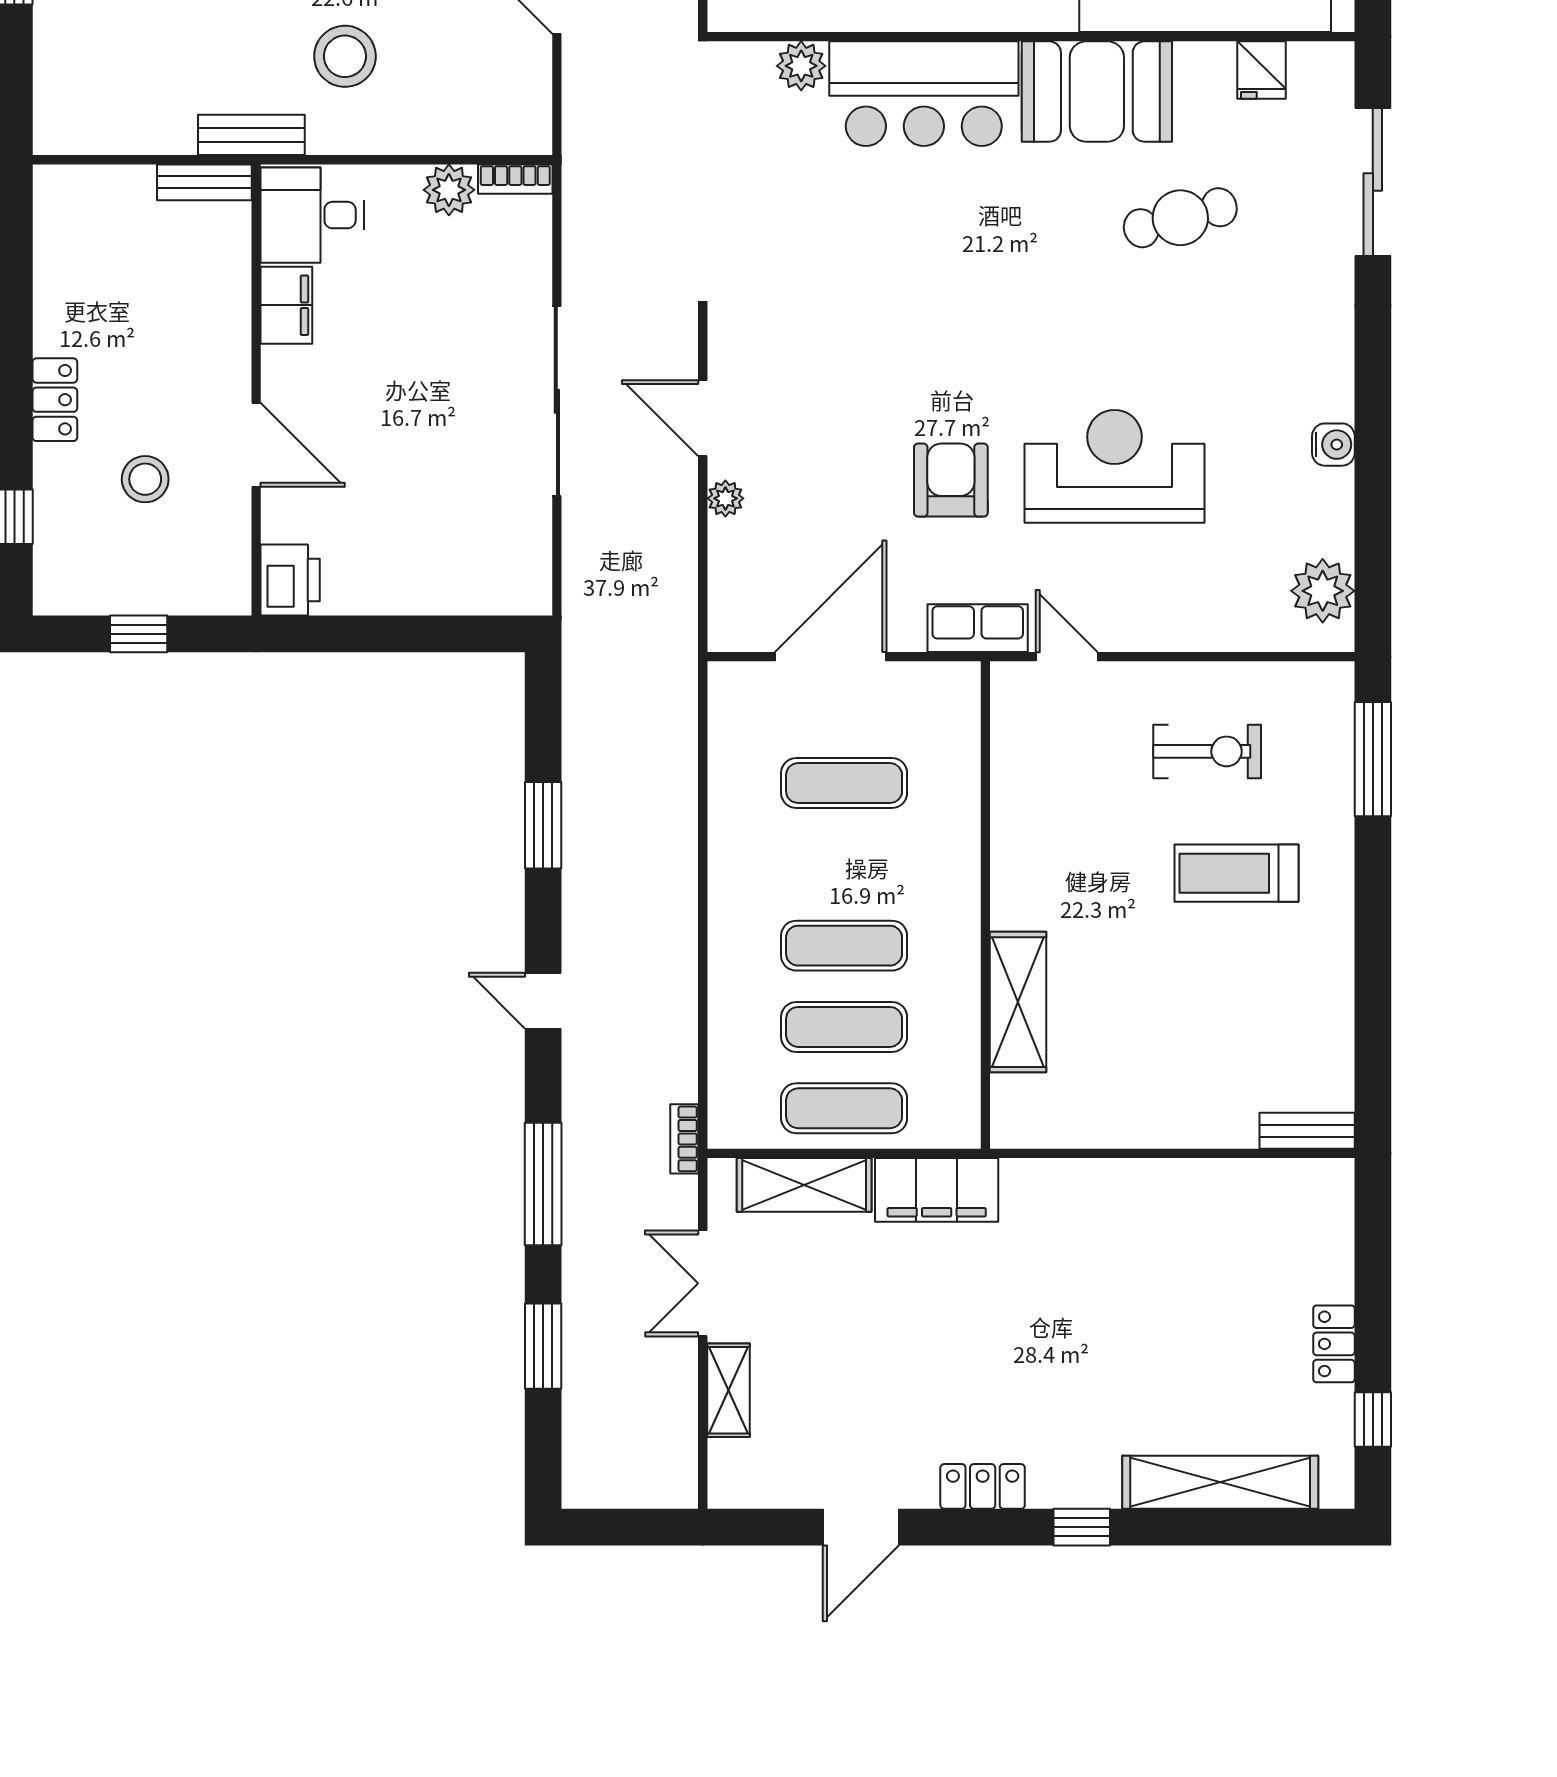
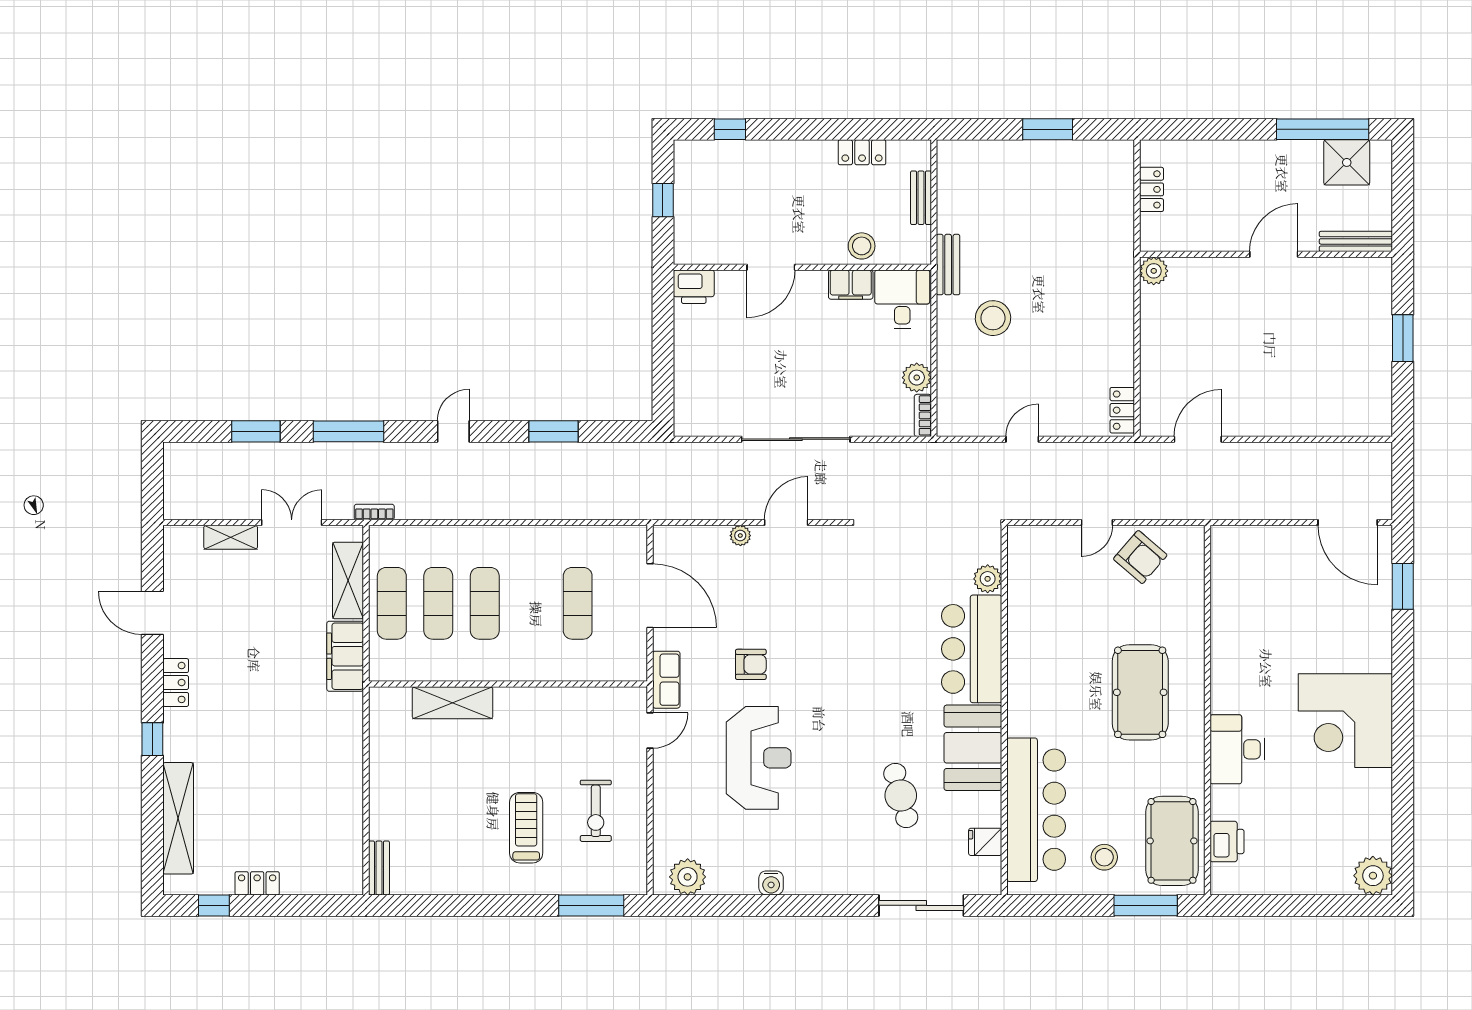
bench: (204, 182) -> (921, 198), moved
locker: (55, 400) -> (862, 152), moved
stool: (145, 479) -> (862, 246), moved
armchair: (951, 480) -> (751, 664), width x0.72, depth x0.72

